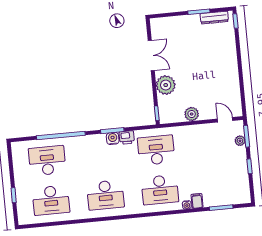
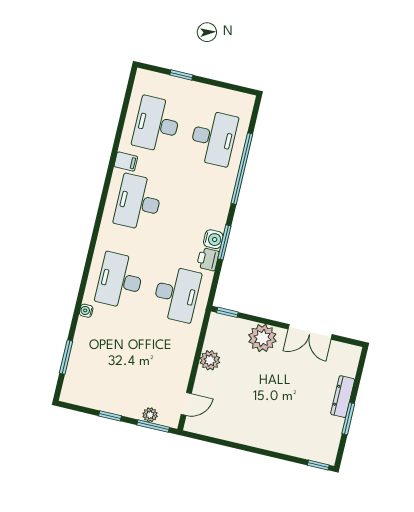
dresser: (214, 18) -> (343, 397), moved
filing cabinet: (197, 201) -> (126, 161), moved

